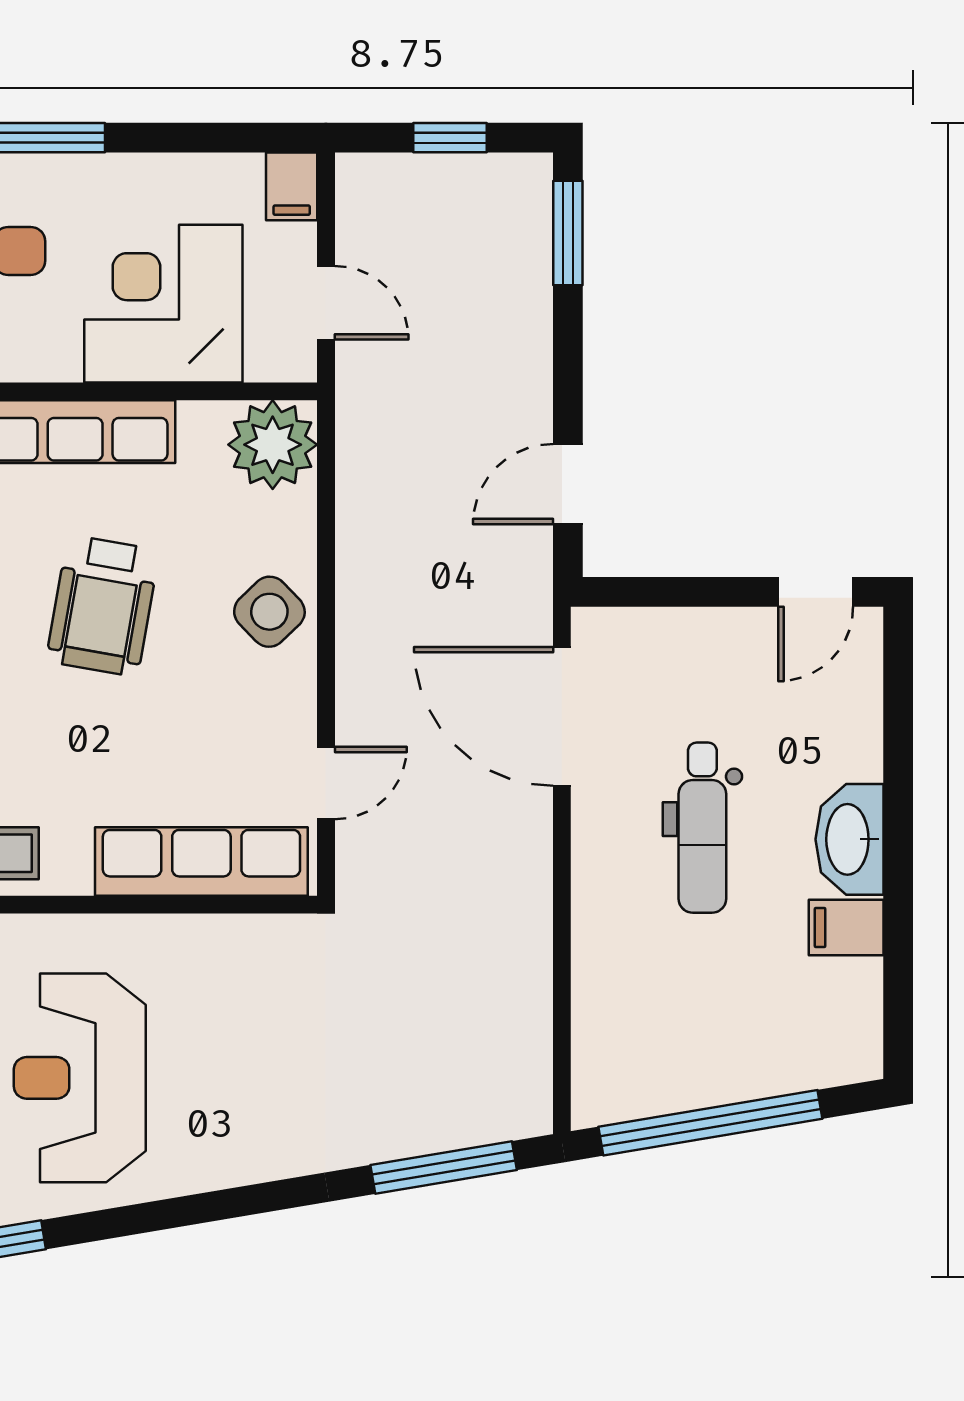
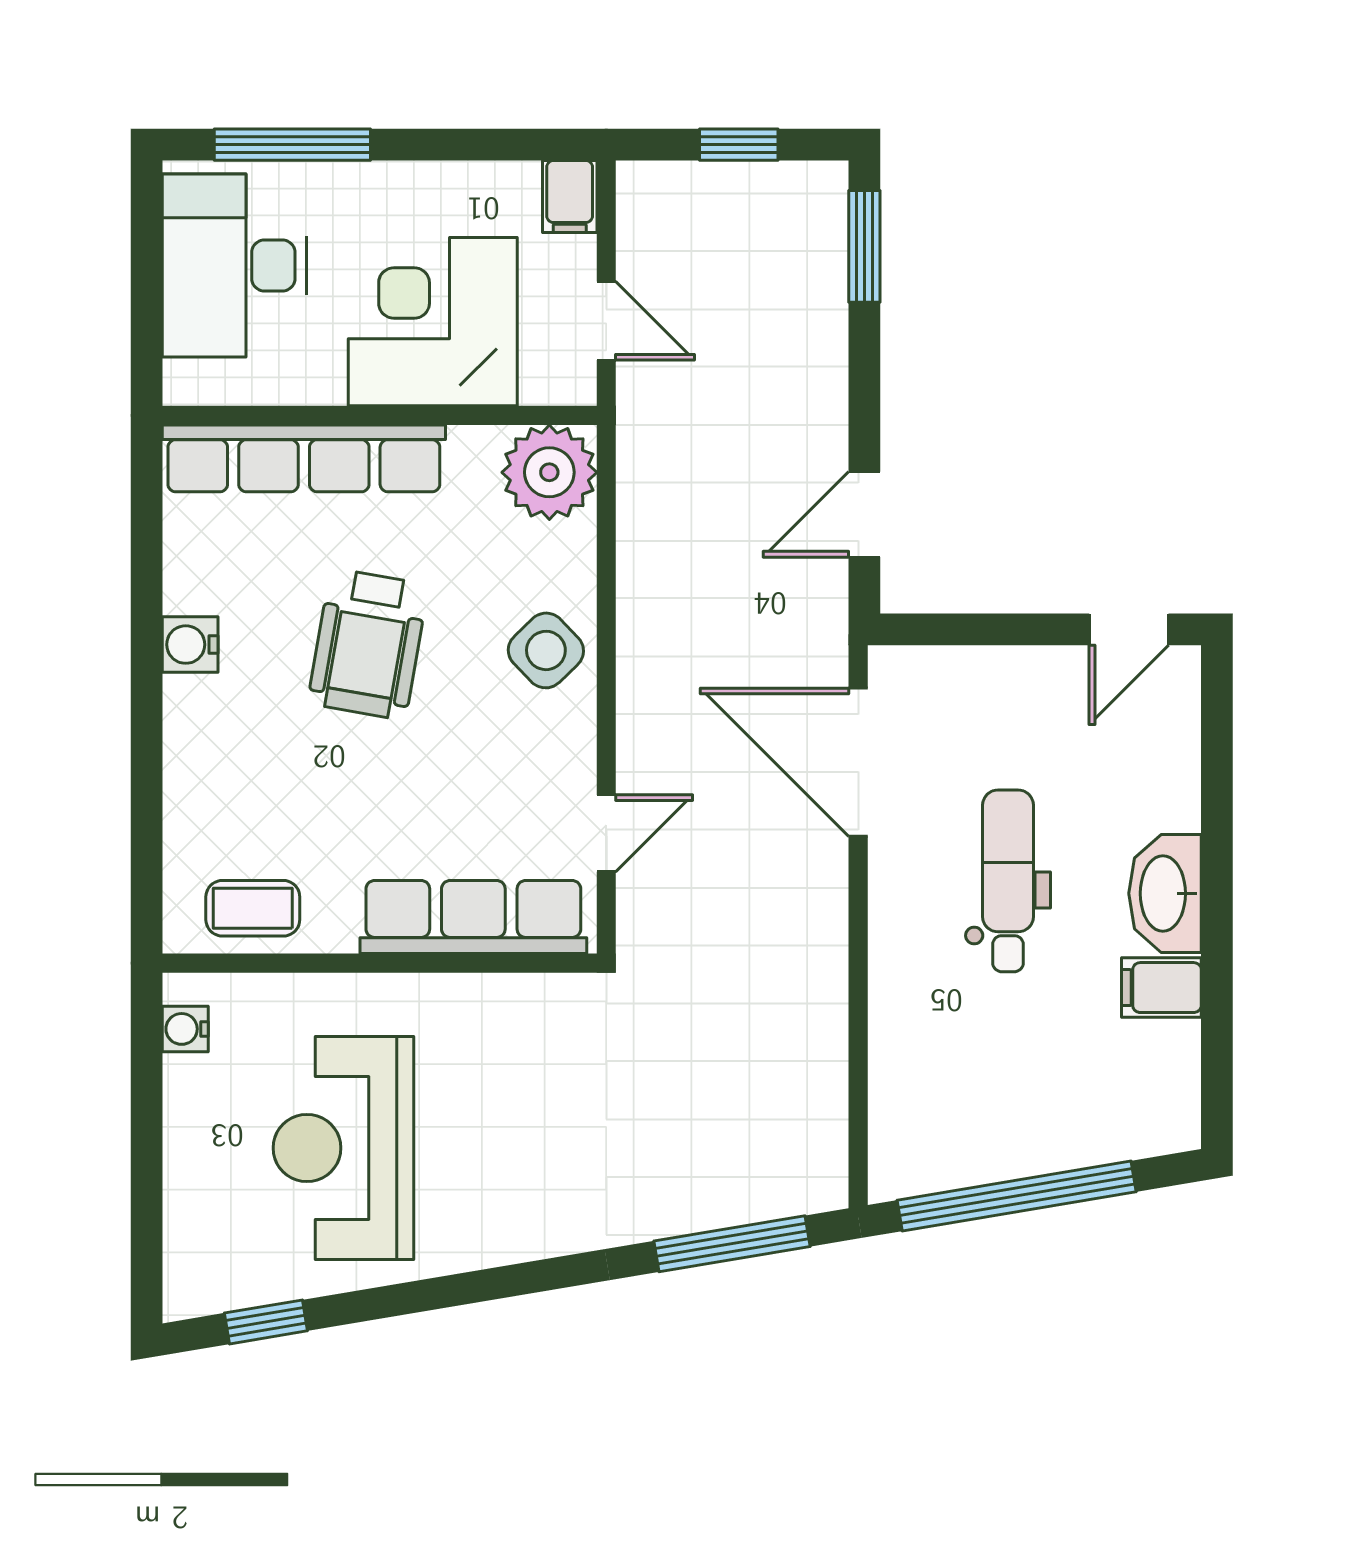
dental chair: (702, 828) -> (1008, 881), turned 180

